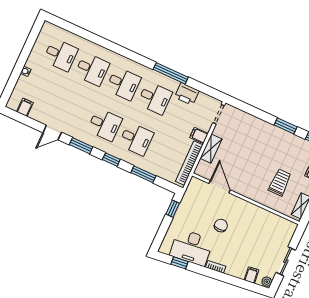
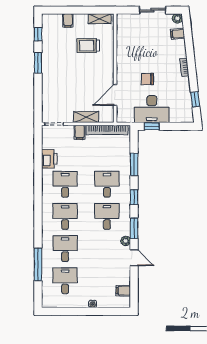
window: (171, 73) -> (38, 264), moved
plant: (72, 132) -> (126, 241), added
desk: (191, 247) -> (152, 109), moved, turned 96

